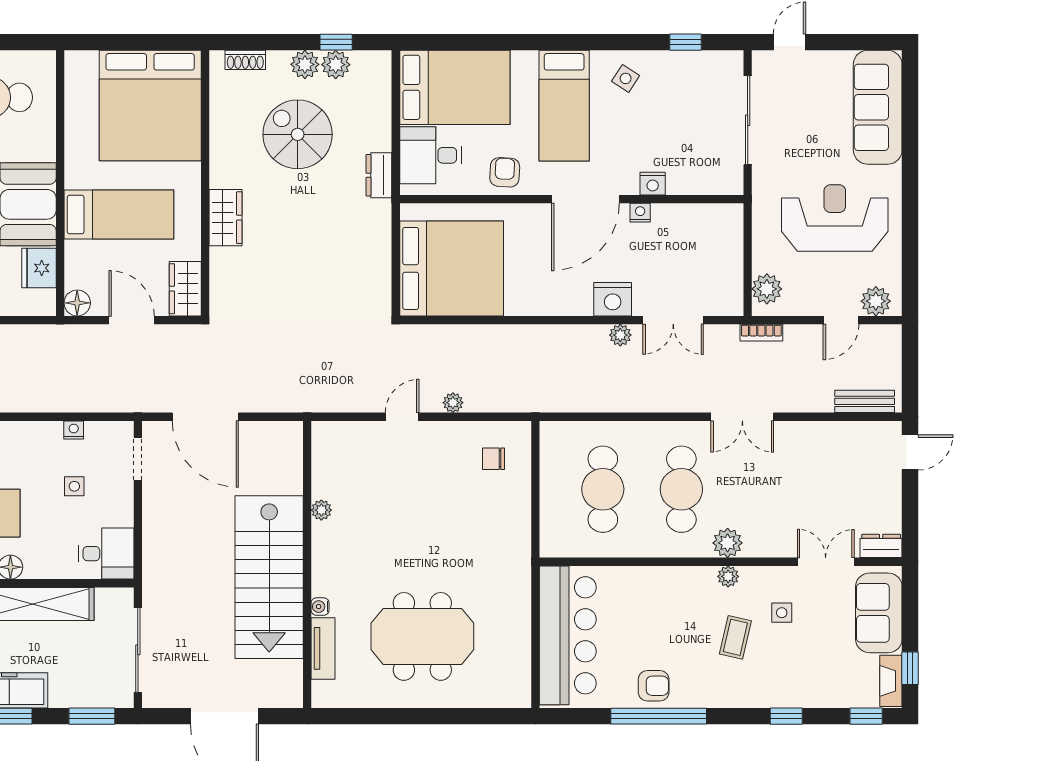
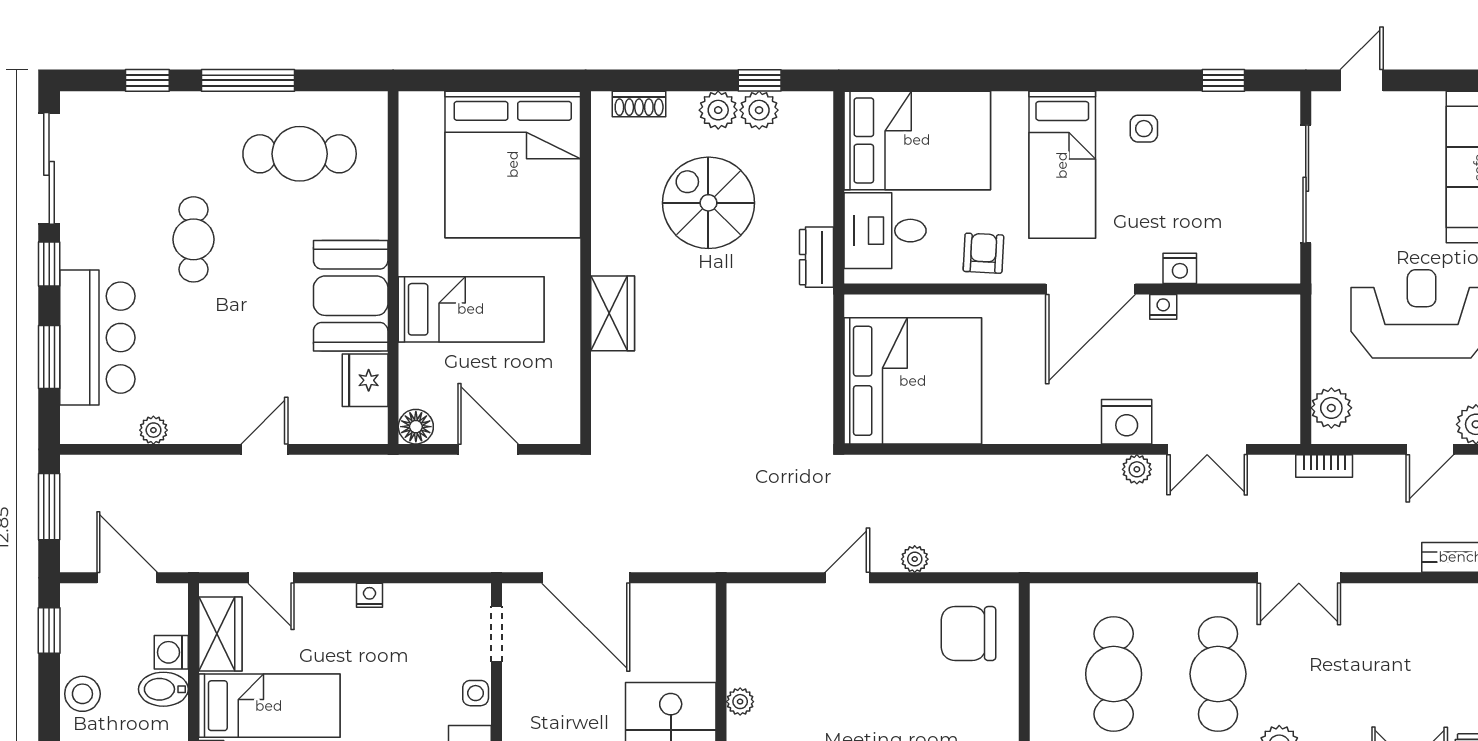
side table: (626, 78) -> (1144, 129), turned -33
wardrobe: (185, 289) -> (559, 408), removed
nightstand: (74, 430) -> (370, 595), moved
chair: (493, 459) -> (968, 634), width x1.87, depth x1.87
side table: (74, 486) -> (476, 693), moved

